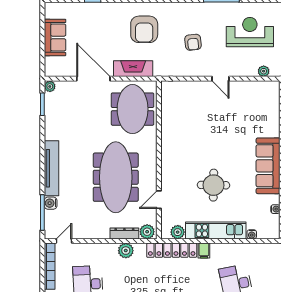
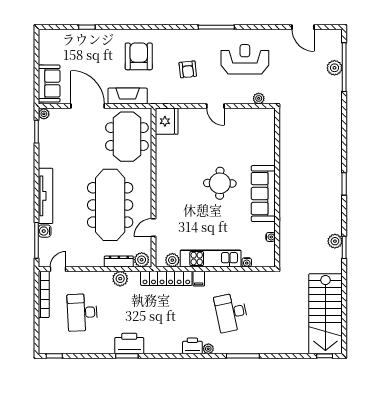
armchair: (144, 29) -> (139, 56), turned 180
sofa: (55, 37) -> (49, 83), moved
fridge: (172, 94) -> (167, 121), added
round table: (214, 185) -> (220, 183), moved

